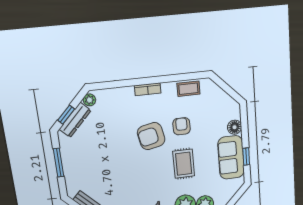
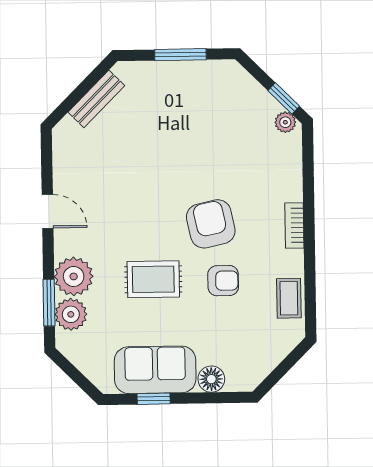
window: (66, 115) -> (284, 98), moved
dresser: (75, 120) -> (253, 93), removed

